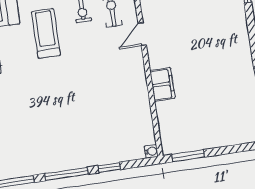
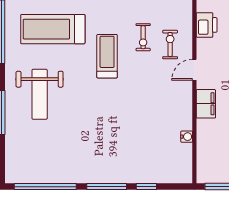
filing cabinet: (162, 84) -> (206, 104), moved
water cooler: (151, 151) -> (187, 137), moved

